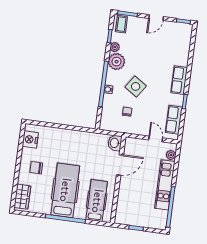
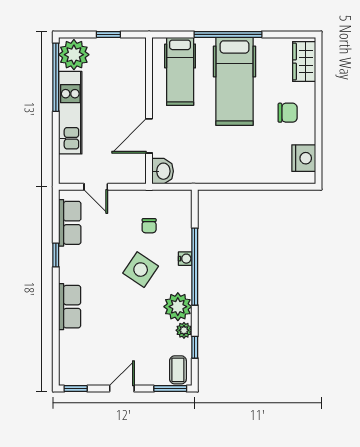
row of seats: (179, 80) -> (70, 307), moved
plant: (171, 155) -> (74, 55), moved, width x1.88, depth x1.88

